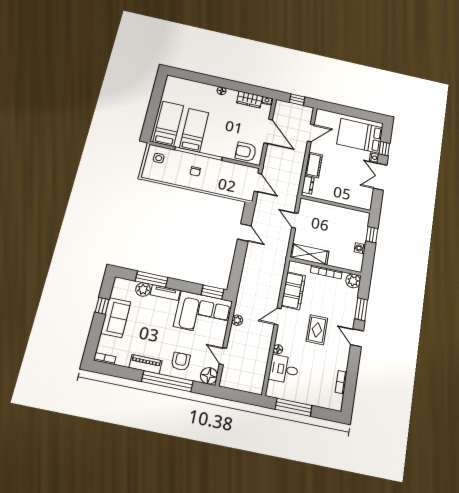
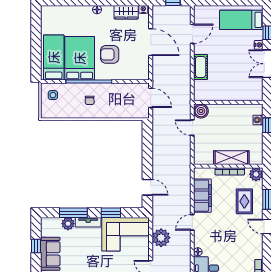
bed: (194, 130) -> (80, 58), width x1.50
bed: (360, 136) -> (241, 20), width x0.67
armchair: (246, 152) -> (110, 54), moved
dresser: (308, 185) -> (199, 89), removed
boiler: (307, 206) -> (201, 111), added
door: (244, 232) -> (147, 187), moved
washing machine: (360, 248) -> (258, 120), moved
shelving: (309, 254) -> (231, 158), moved
window: (213, 292) -> (111, 213), moved
plant: (237, 320) -> (161, 238), width x1.88, depth x1.88
rug: (317, 330) -> (244, 201), moved

